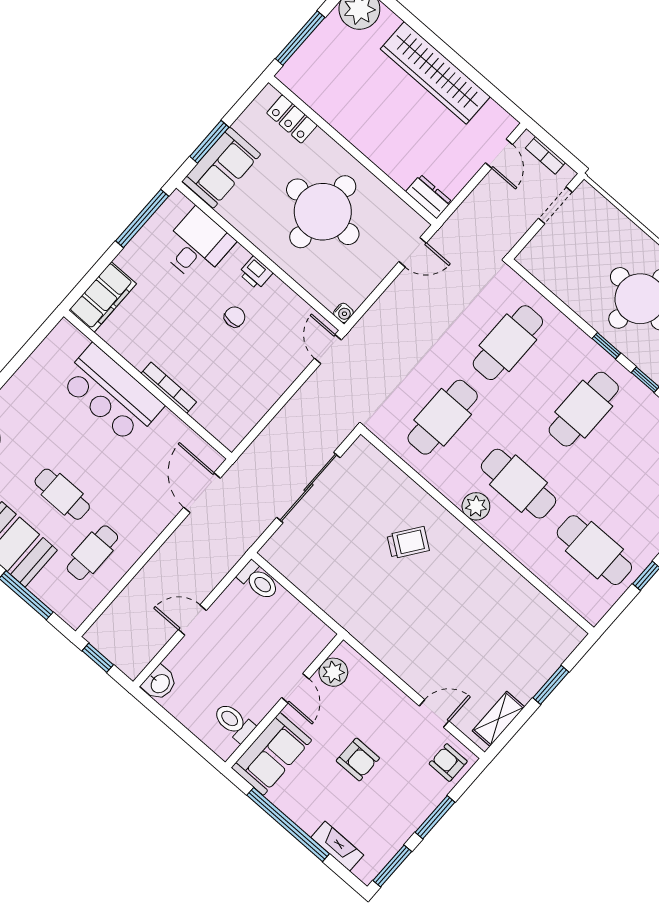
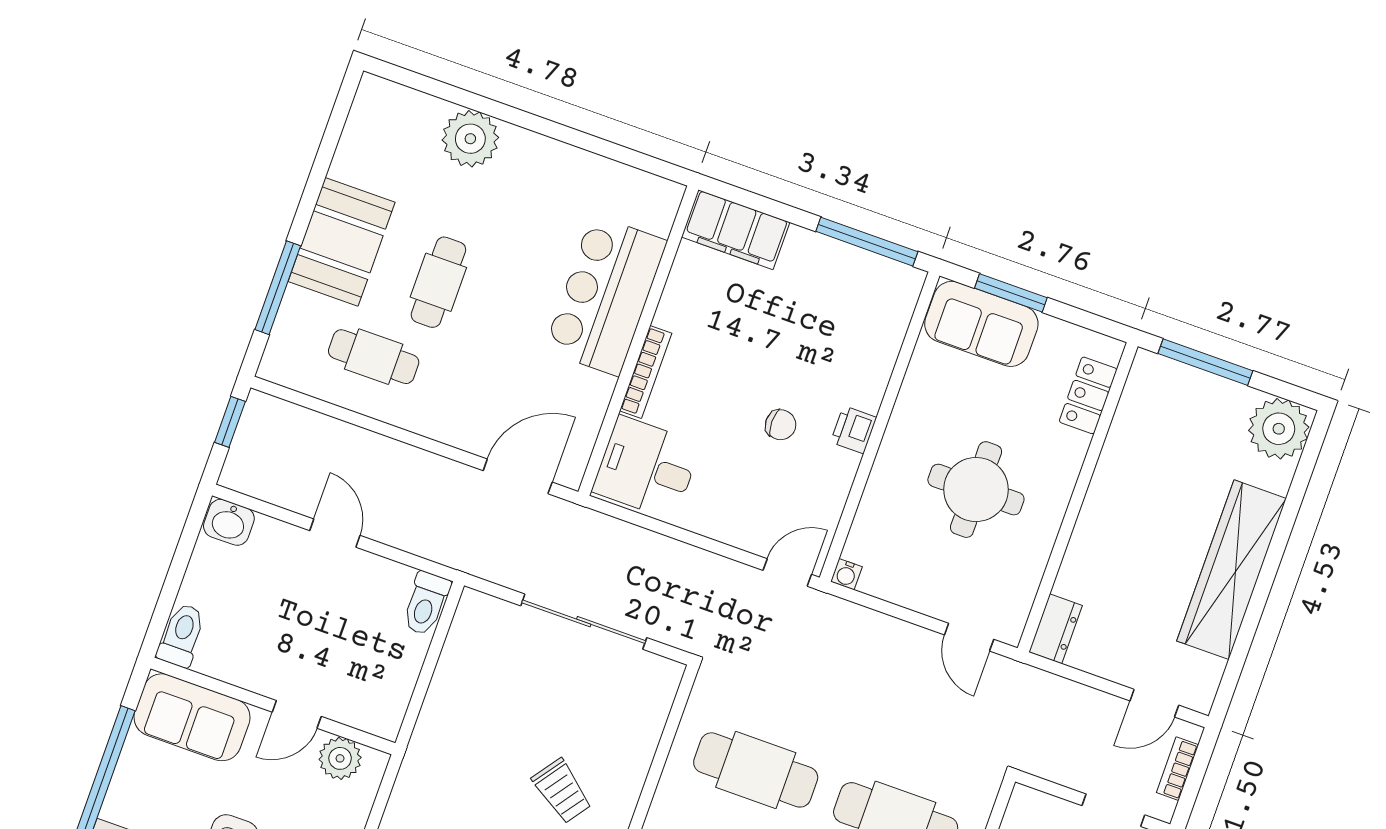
round table: (323, 212) -> (976, 490), width x0.73, depth x0.73
desk: (197, 245) -> (647, 468), moved, turned 180
toilet: (234, 722) -> (182, 635), moved

